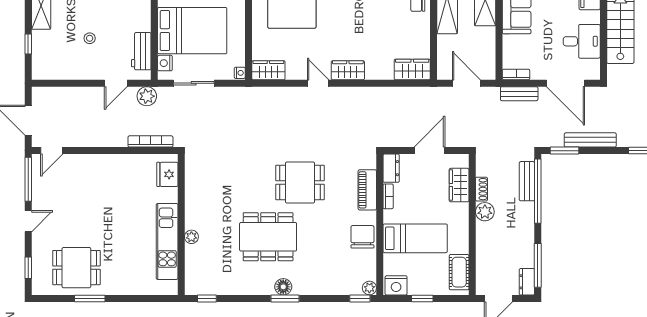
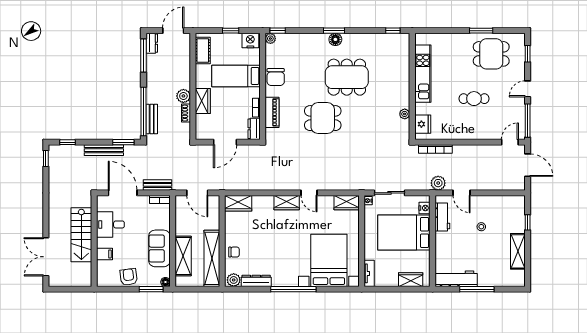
door: (116, 83) -> (462, 193), swing flipped
sliding door: (194, 83) -> (390, 193), moved
wardrobe: (459, 185) -> (203, 101), moved
cafe table: (99, 208) -> (474, 99), added
plant: (191, 237) -> (405, 114), moved

